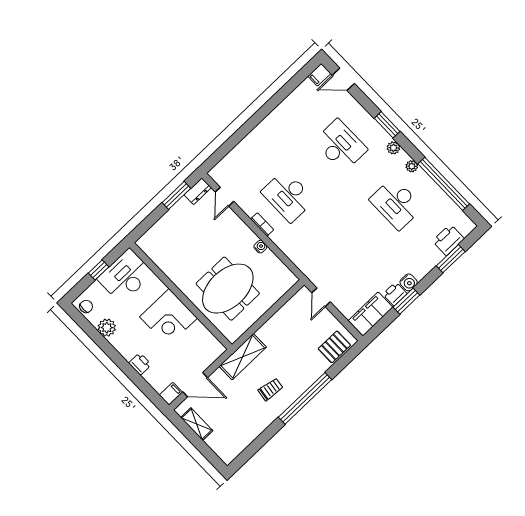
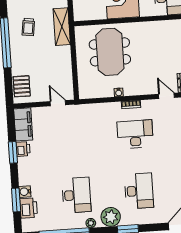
desk: (341, 145) -> (139, 191), turned -90
plant: (393, 148) -> (111, 217), width x1.88, depth x1.88
desk: (396, 204) -> (76, 195), turned 90
water cooler: (409, 282) -> (25, 192), moved

